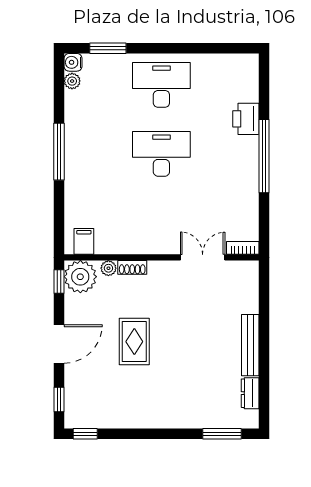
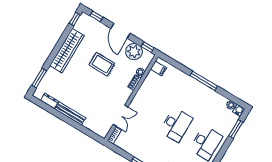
plant: (80, 277) -> (134, 52), moved
wardrobe: (147, 415) -> (67, 51), added

